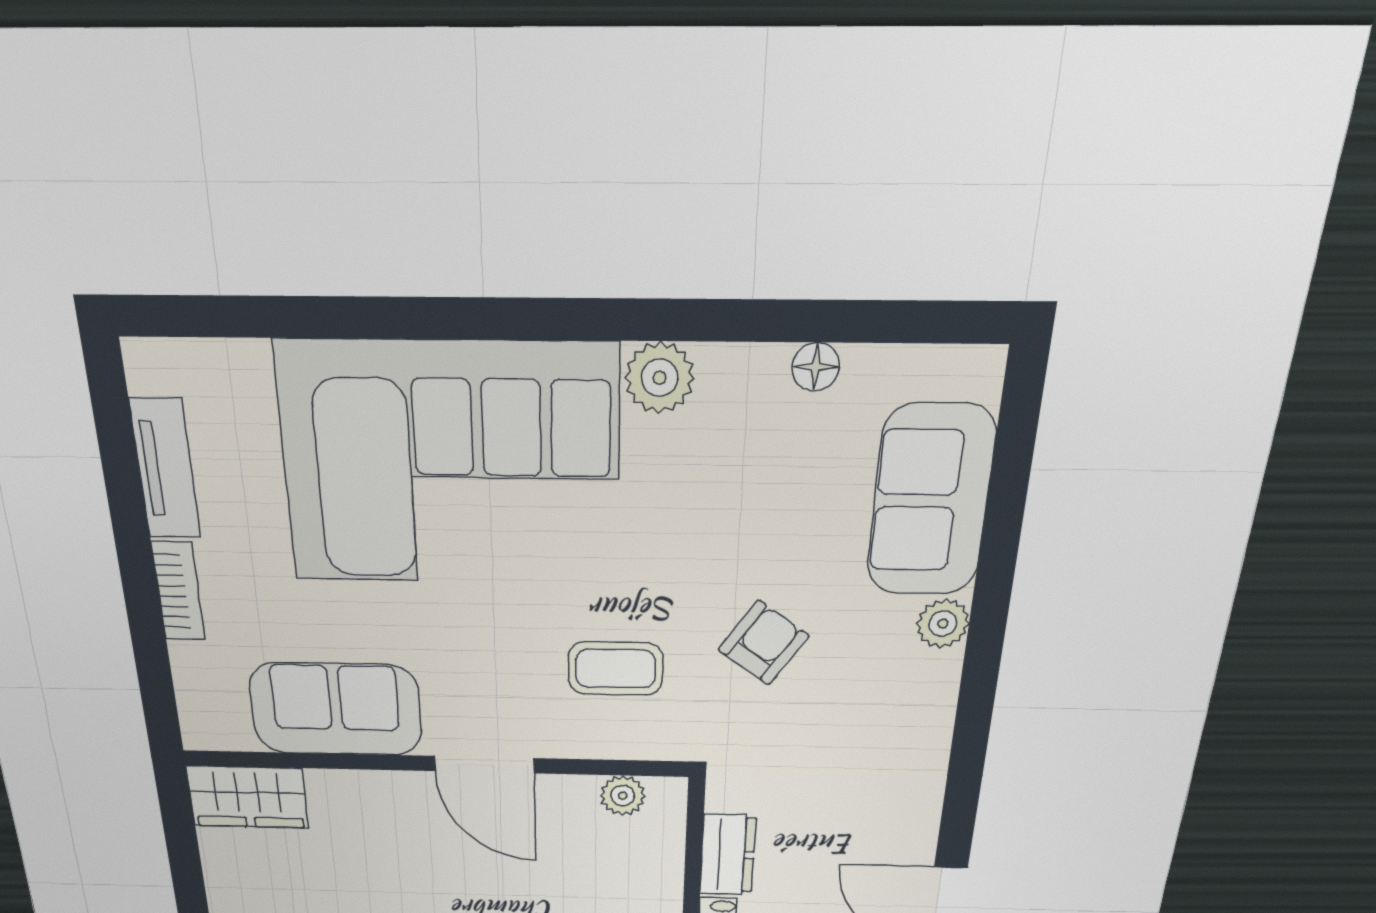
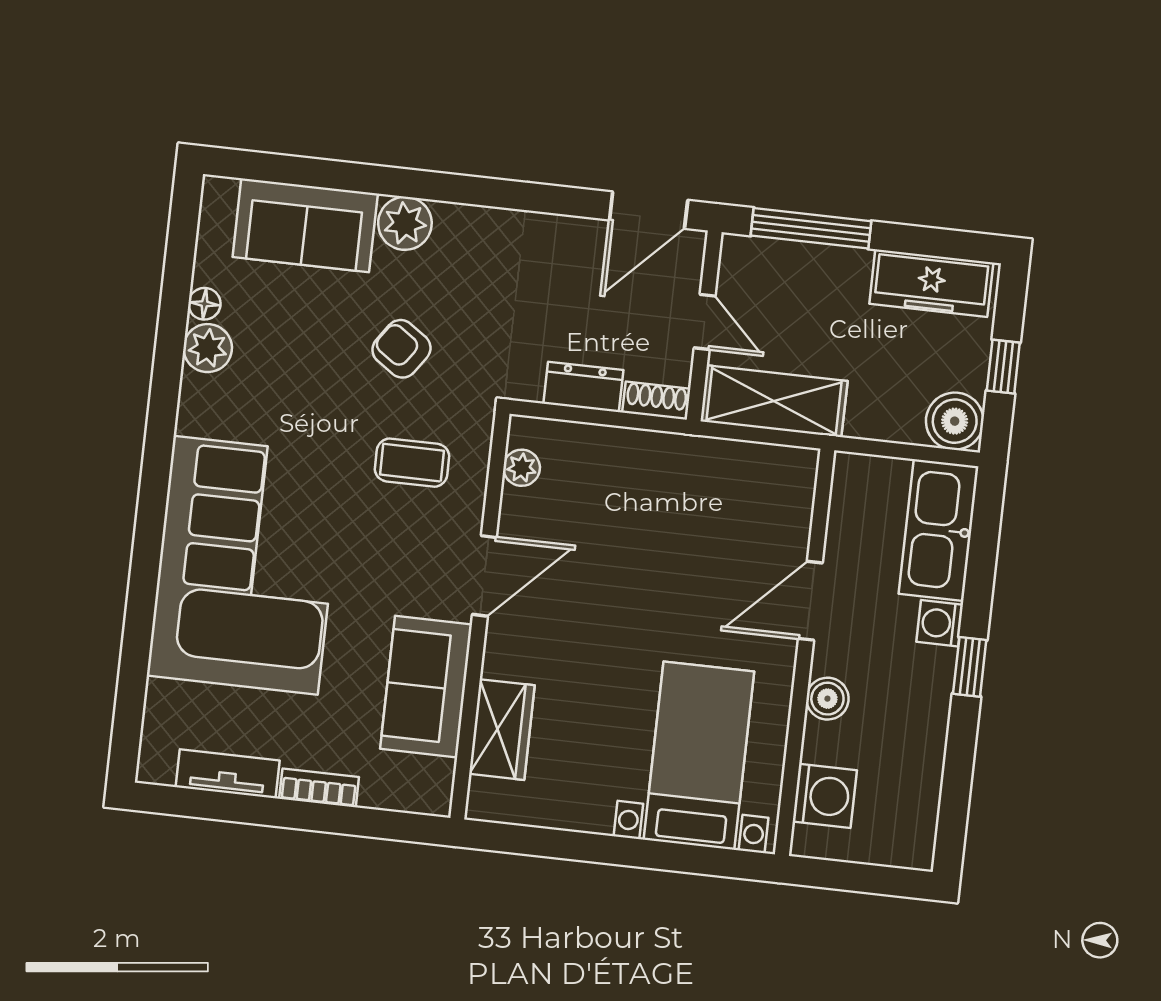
plant: (660, 378) -> (208, 348), moved
plant: (943, 624) -> (405, 223), width x1.38, depth x1.38
coffee table: (616, 669) -> (412, 463), turned 90
wardrobe: (248, 797) -> (502, 730), moved

